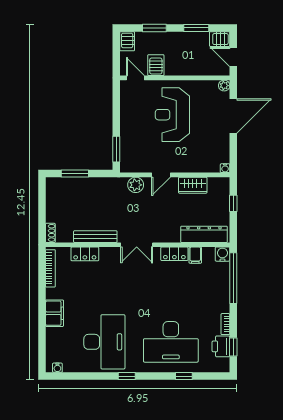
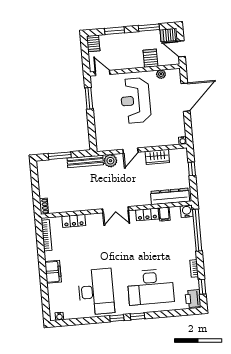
server rack: (156, 65) -> (150, 58), moved
plant: (224, 86) -> (161, 74), moved
window: (116, 149) -> (89, 98), moved
bench: (95, 237) -> (85, 161), moved
printer: (221, 346) -> (193, 299), moved
window: (184, 376) -> (137, 316), moved

